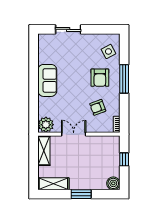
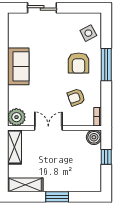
boiler: (113, 183) -> (94, 137), moved

